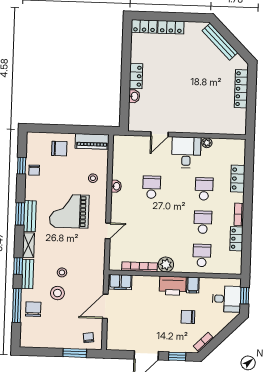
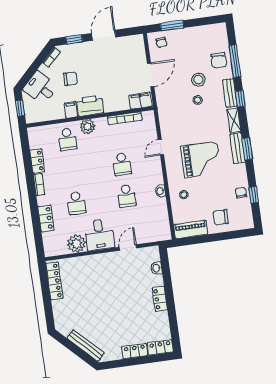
locker: (241, 89) -> (54, 281), moved
washbasin: (134, 96) -> (157, 268), moved
plant: (207, 143) -> (77, 244), width x1.88, depth x1.88
school desk: (203, 222) -> (122, 164), moved
plant: (166, 264) -> (87, 127), moved
desk: (227, 299) -> (40, 88), moved, turned 45

